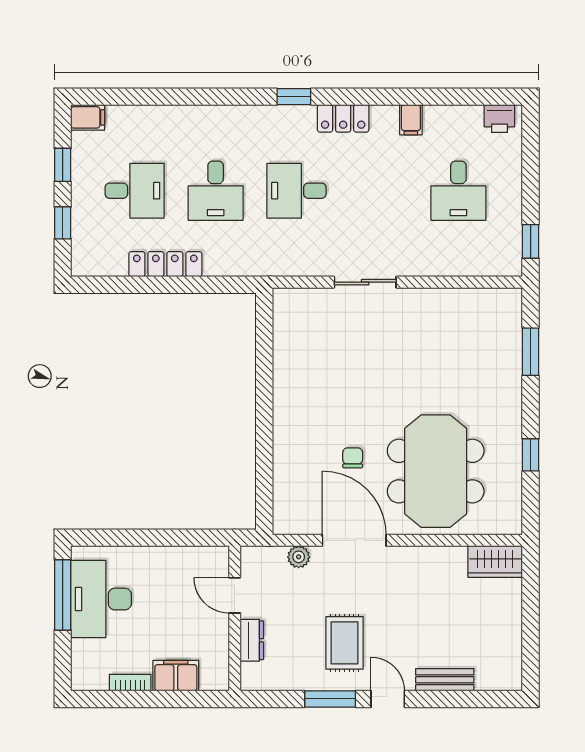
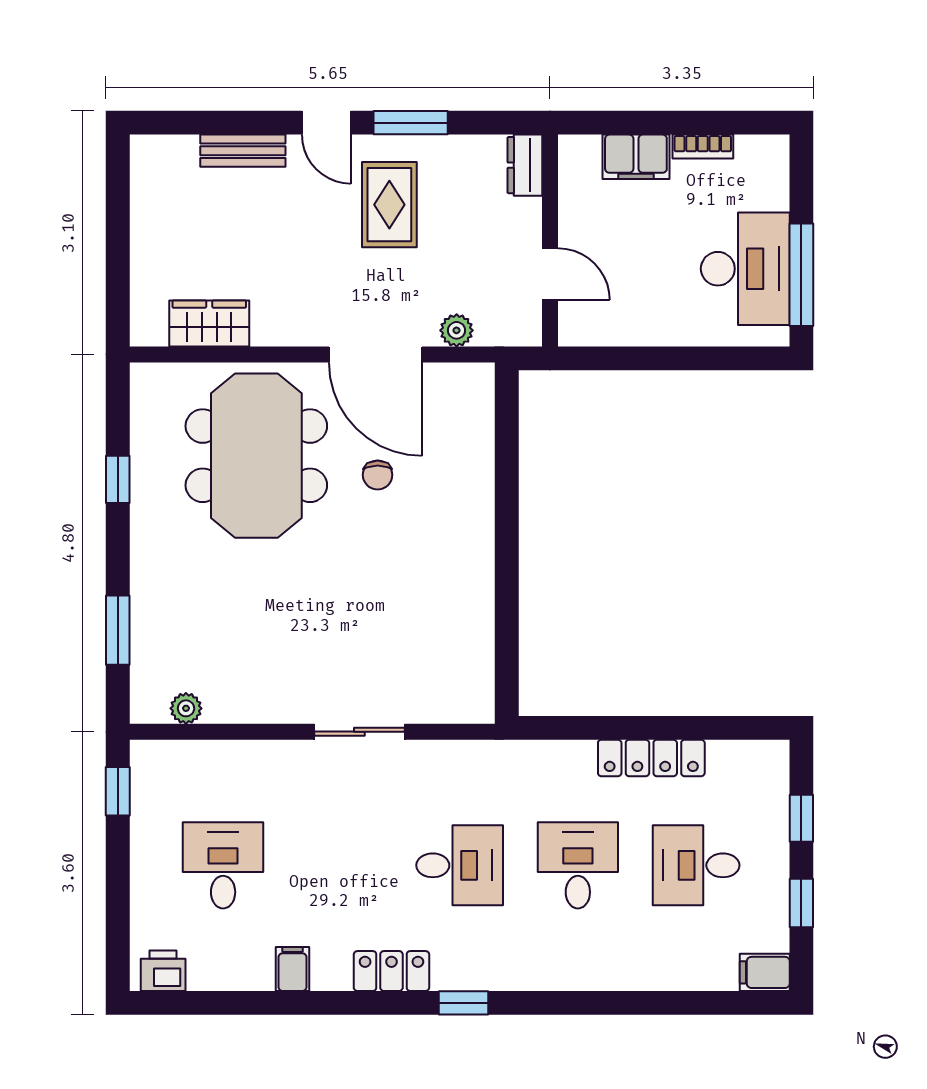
plant: (484, 298) -> (186, 708), added
wardrobe: (495, 561) -> (209, 324), moved
dresser: (252, 640) -> (525, 165), moved

